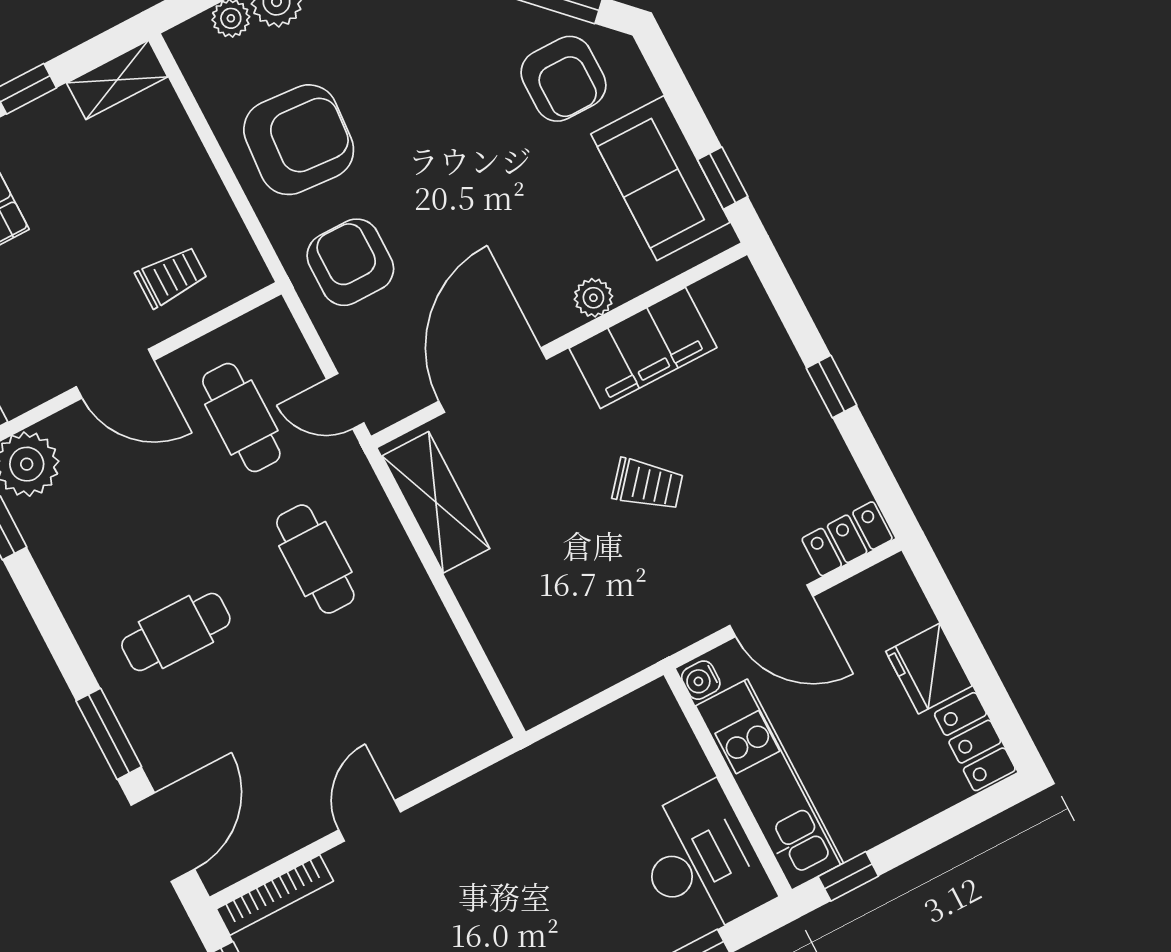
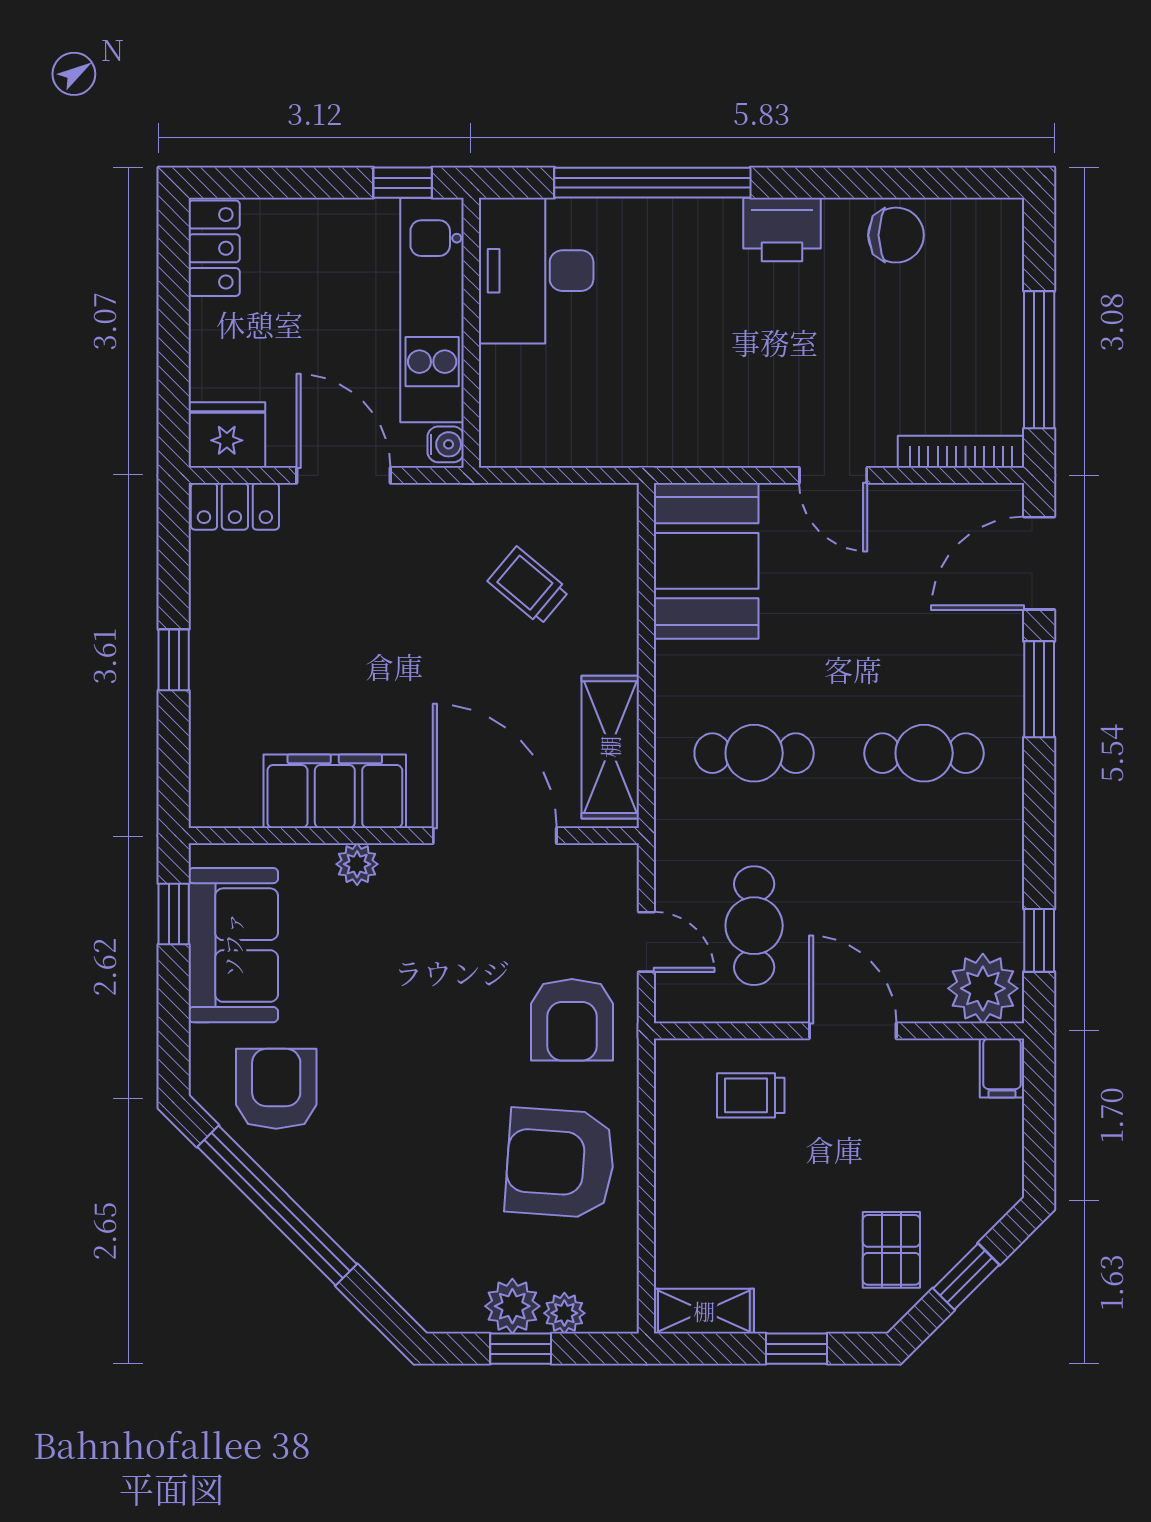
door: (493, 380) -> (495, 836), swing flipped
door: (345, 401) -> (646, 942), moved
trolley: (648, 484) -> (529, 586), moved
cafe table: (315, 559) -> (754, 753), turned 90
fridge: (929, 669) -> (227, 435), moved, turned -90
booth: (437, 696) -> (706, 561), added
door: (370, 821) -> (833, 475), hinge flipped

